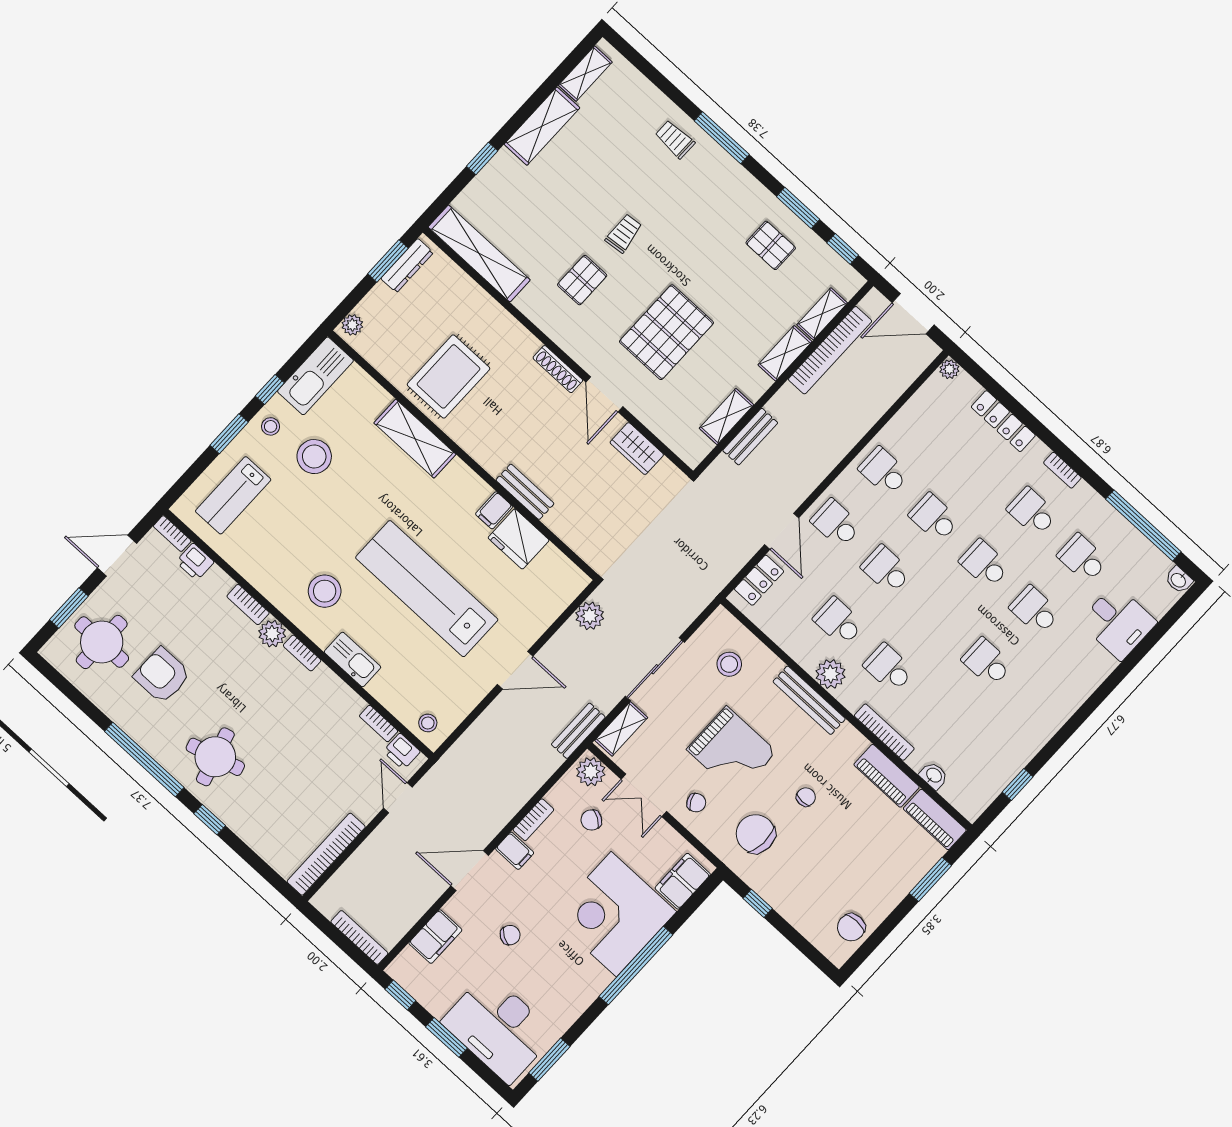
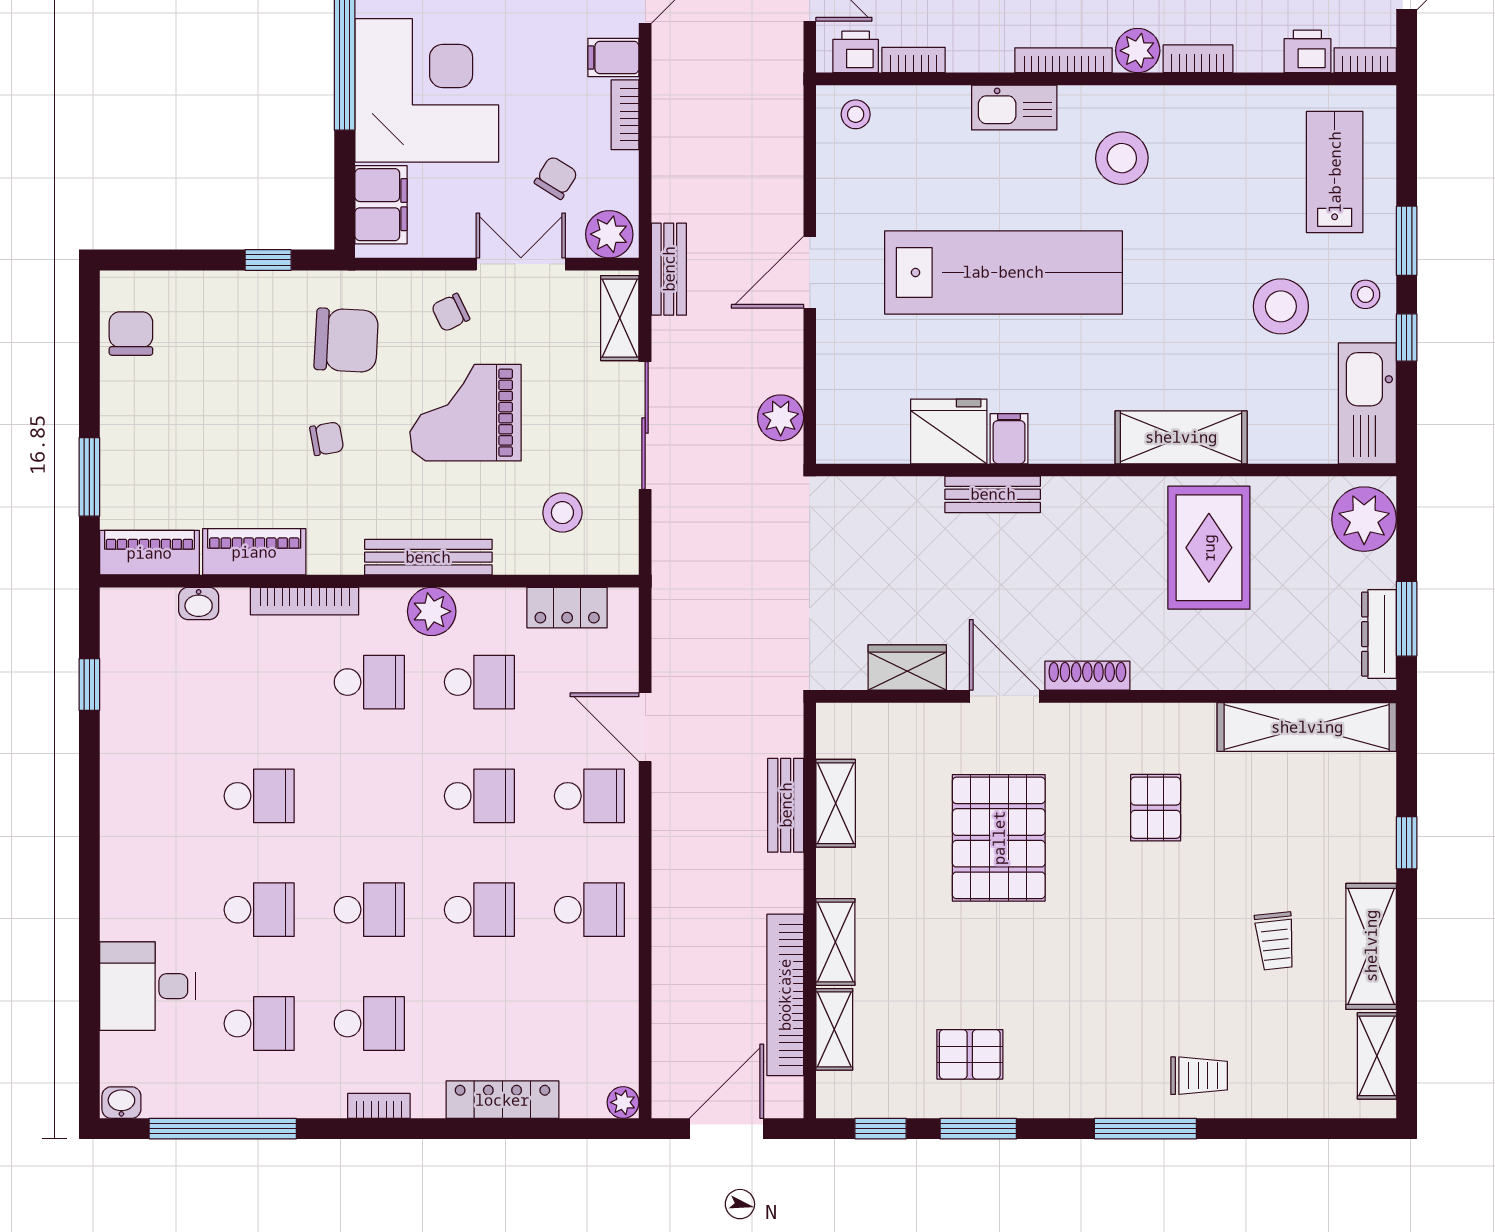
trolley: (624, 233) -> (1275, 941), moved
plant: (352, 325) -> (1364, 519), width x1.88, depth x1.88
locker: (759, 580) -> (567, 608), moved, turned -90
bookcase: (302, 653) -> (1064, 60), width x1.56
chair: (806, 797) -> (327, 439), turned -100

